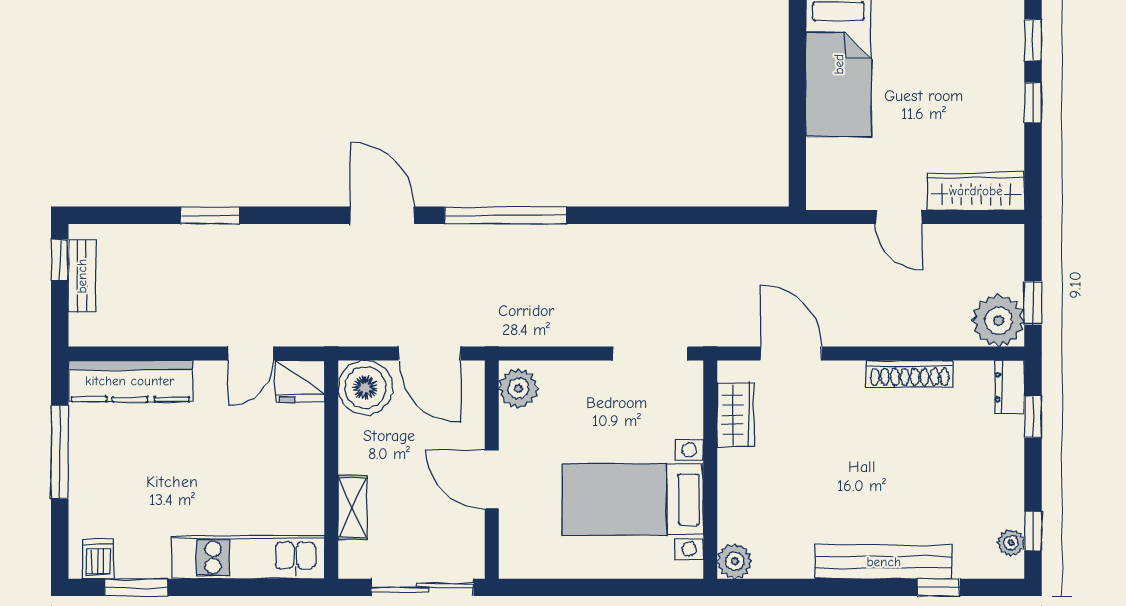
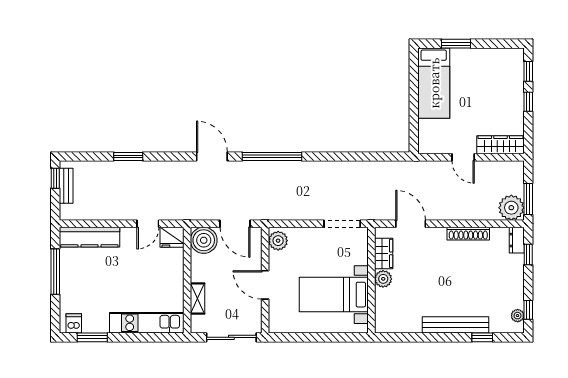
window: (1033, 303) -> (528, 199), width x1.50
plant: (735, 561) -> (383, 279), moved

